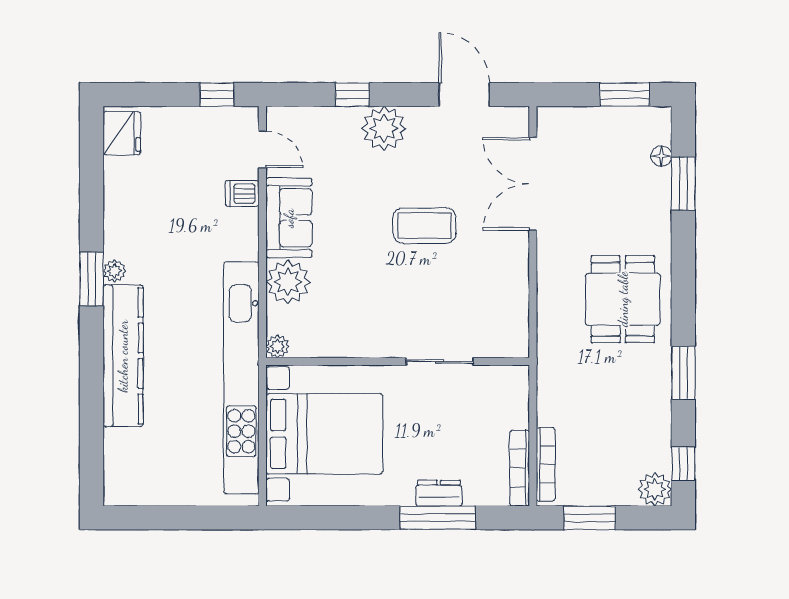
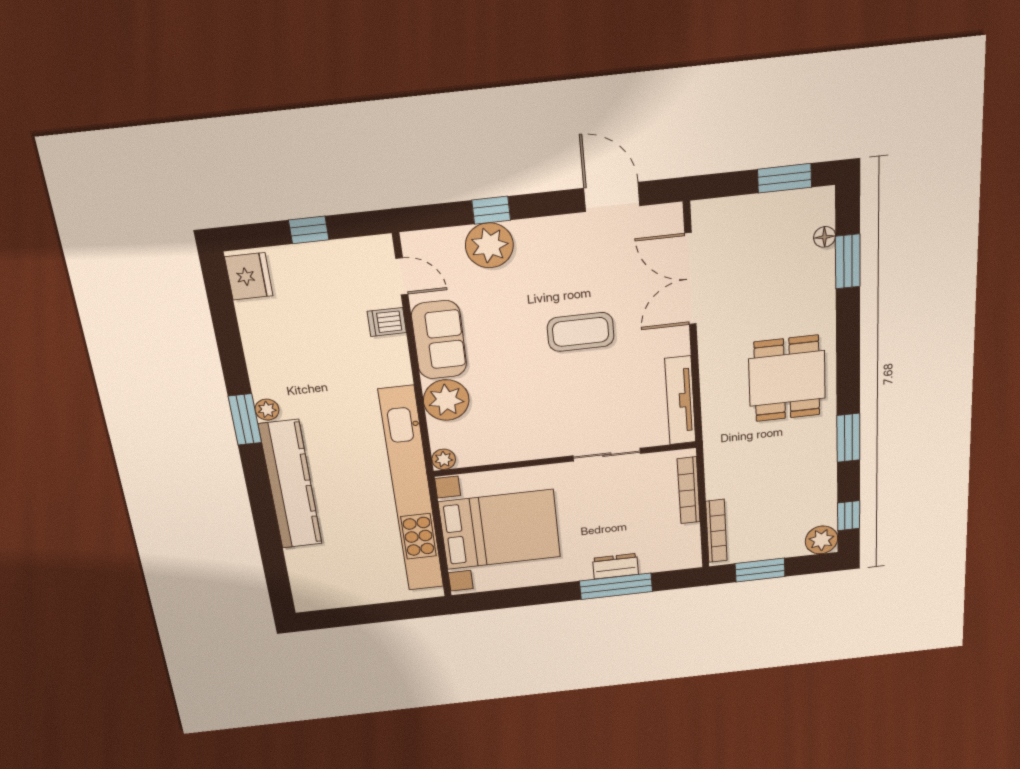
window: (217, 95) -> (309, 230), moved
plant: (384, 128) -> (489, 245), moved
tv unit: (516, 310) -> (680, 401), added
bookcase: (520, 468) -> (689, 490), moved

